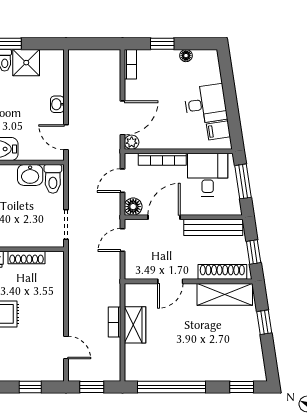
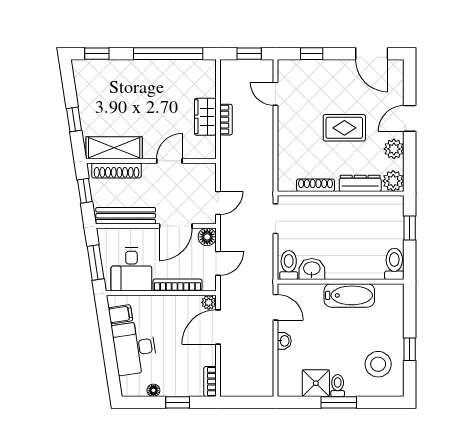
desk: (206, 104) -> (135, 348), width x1.37

